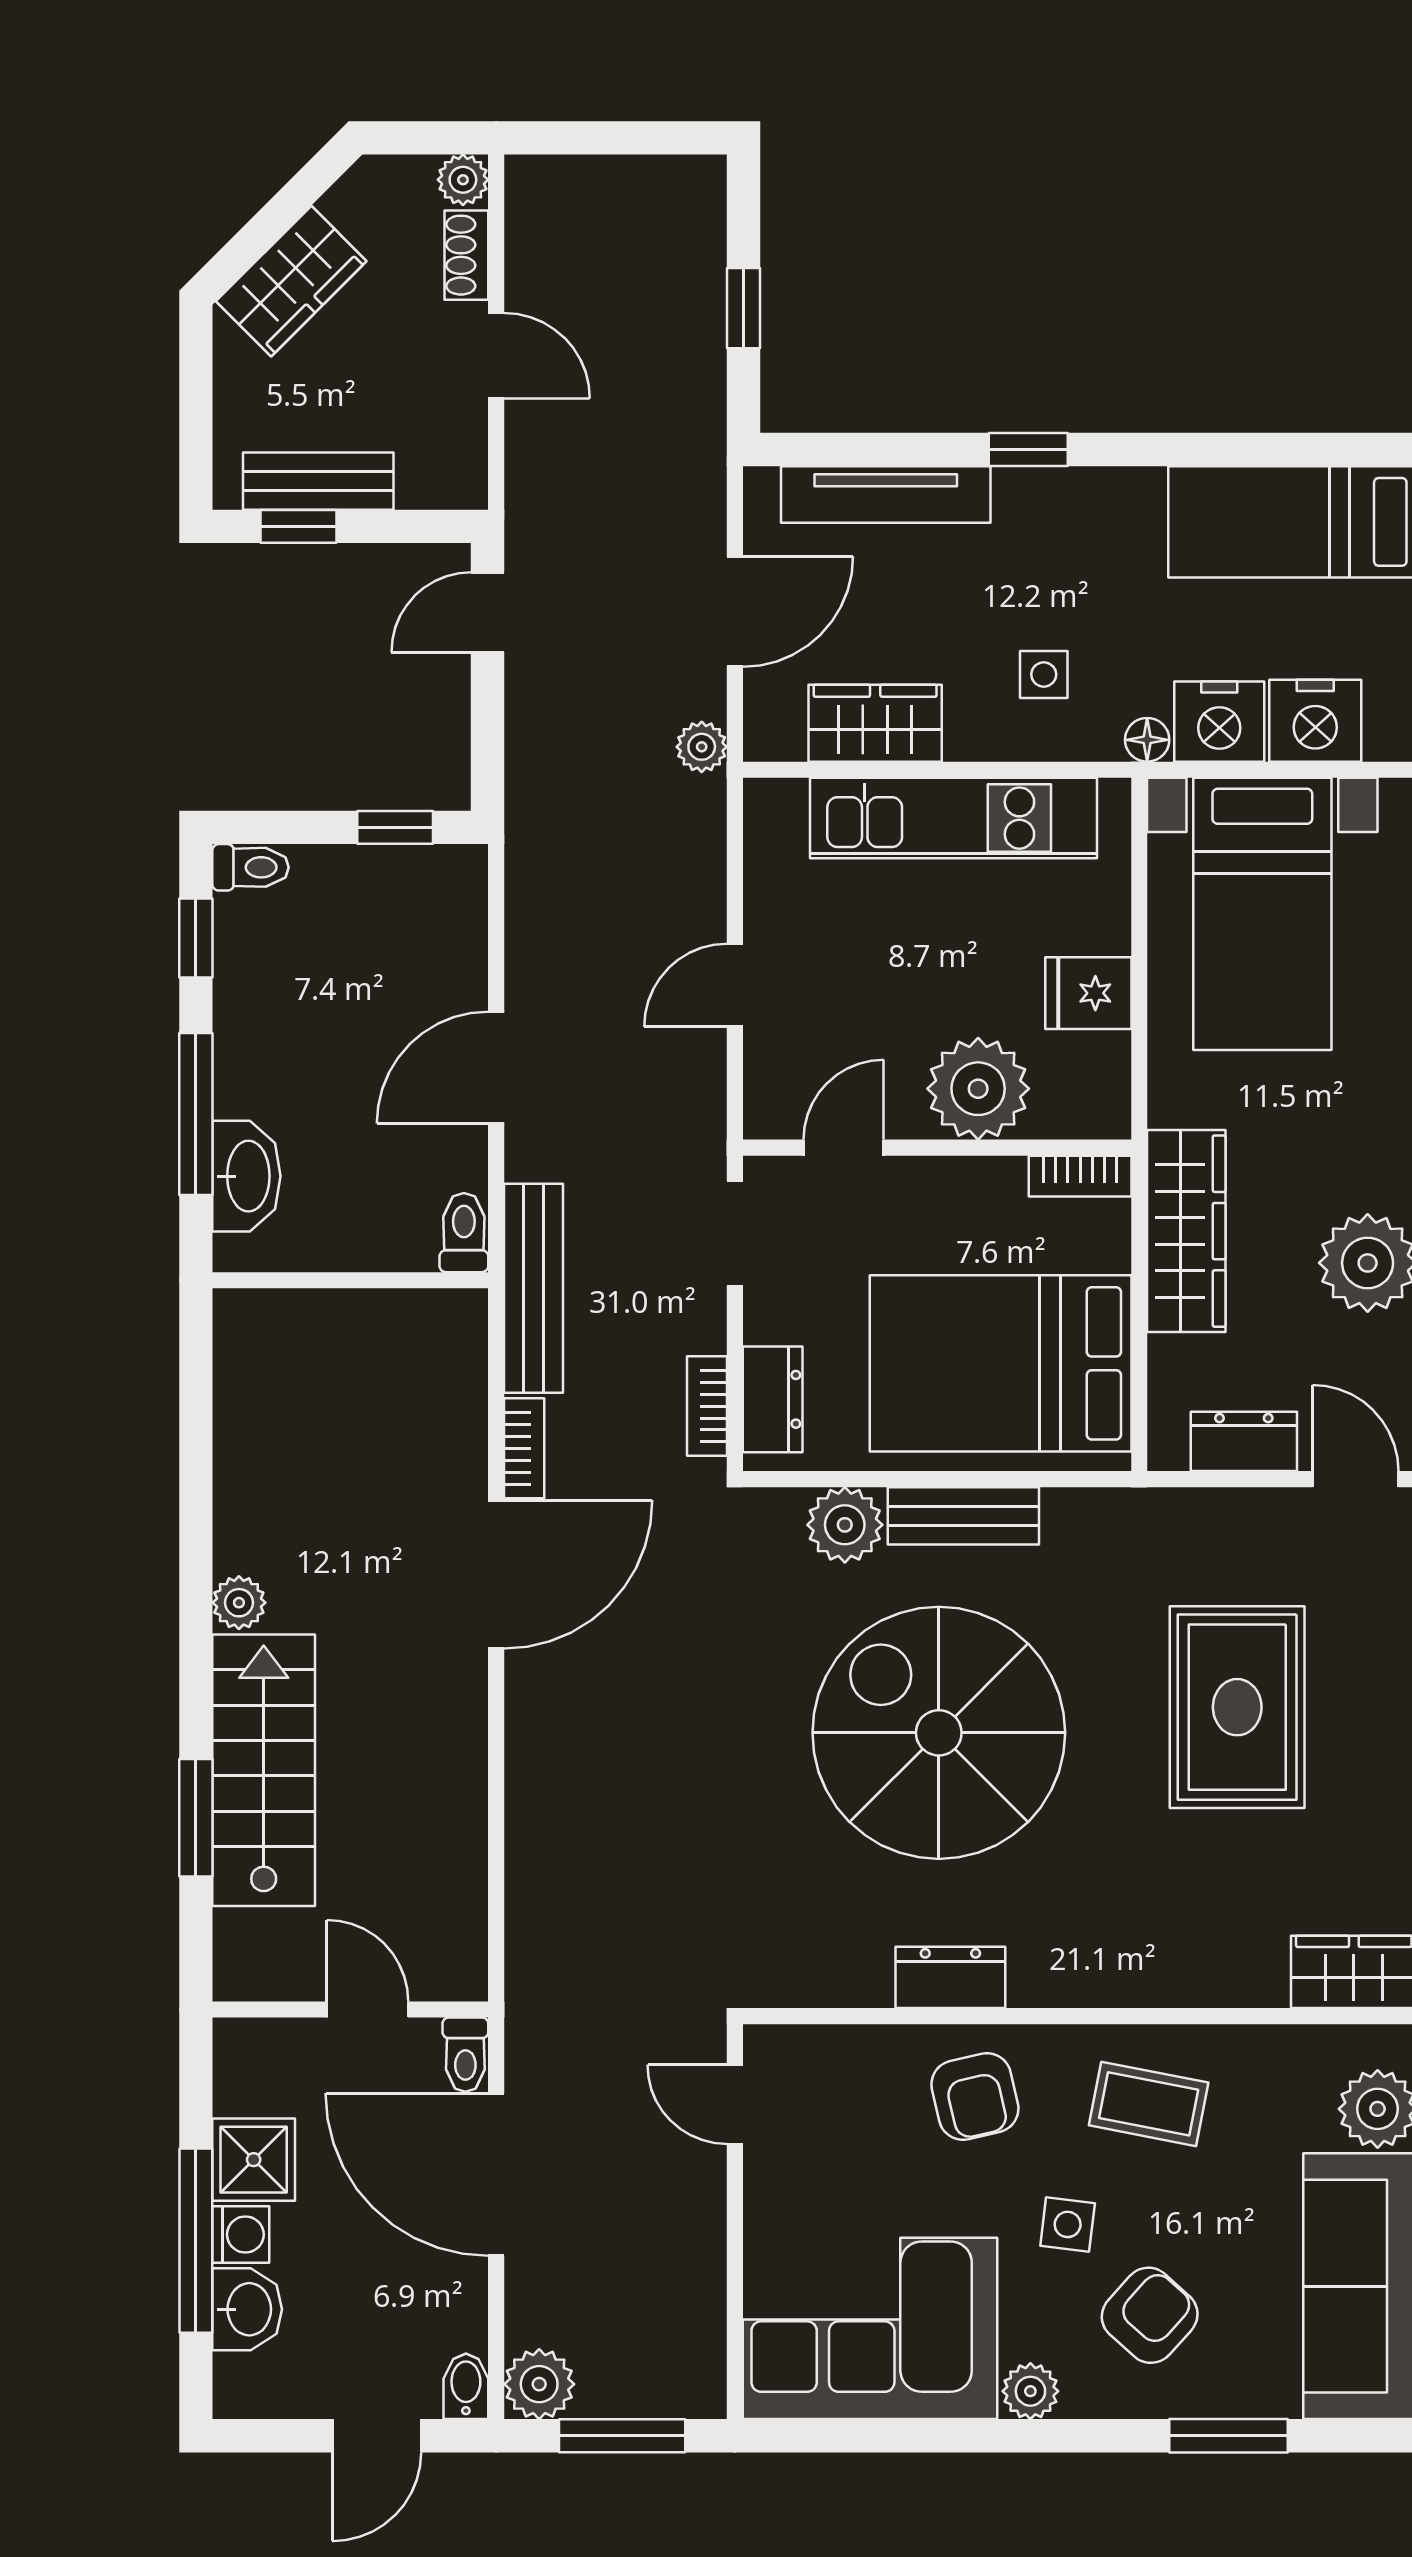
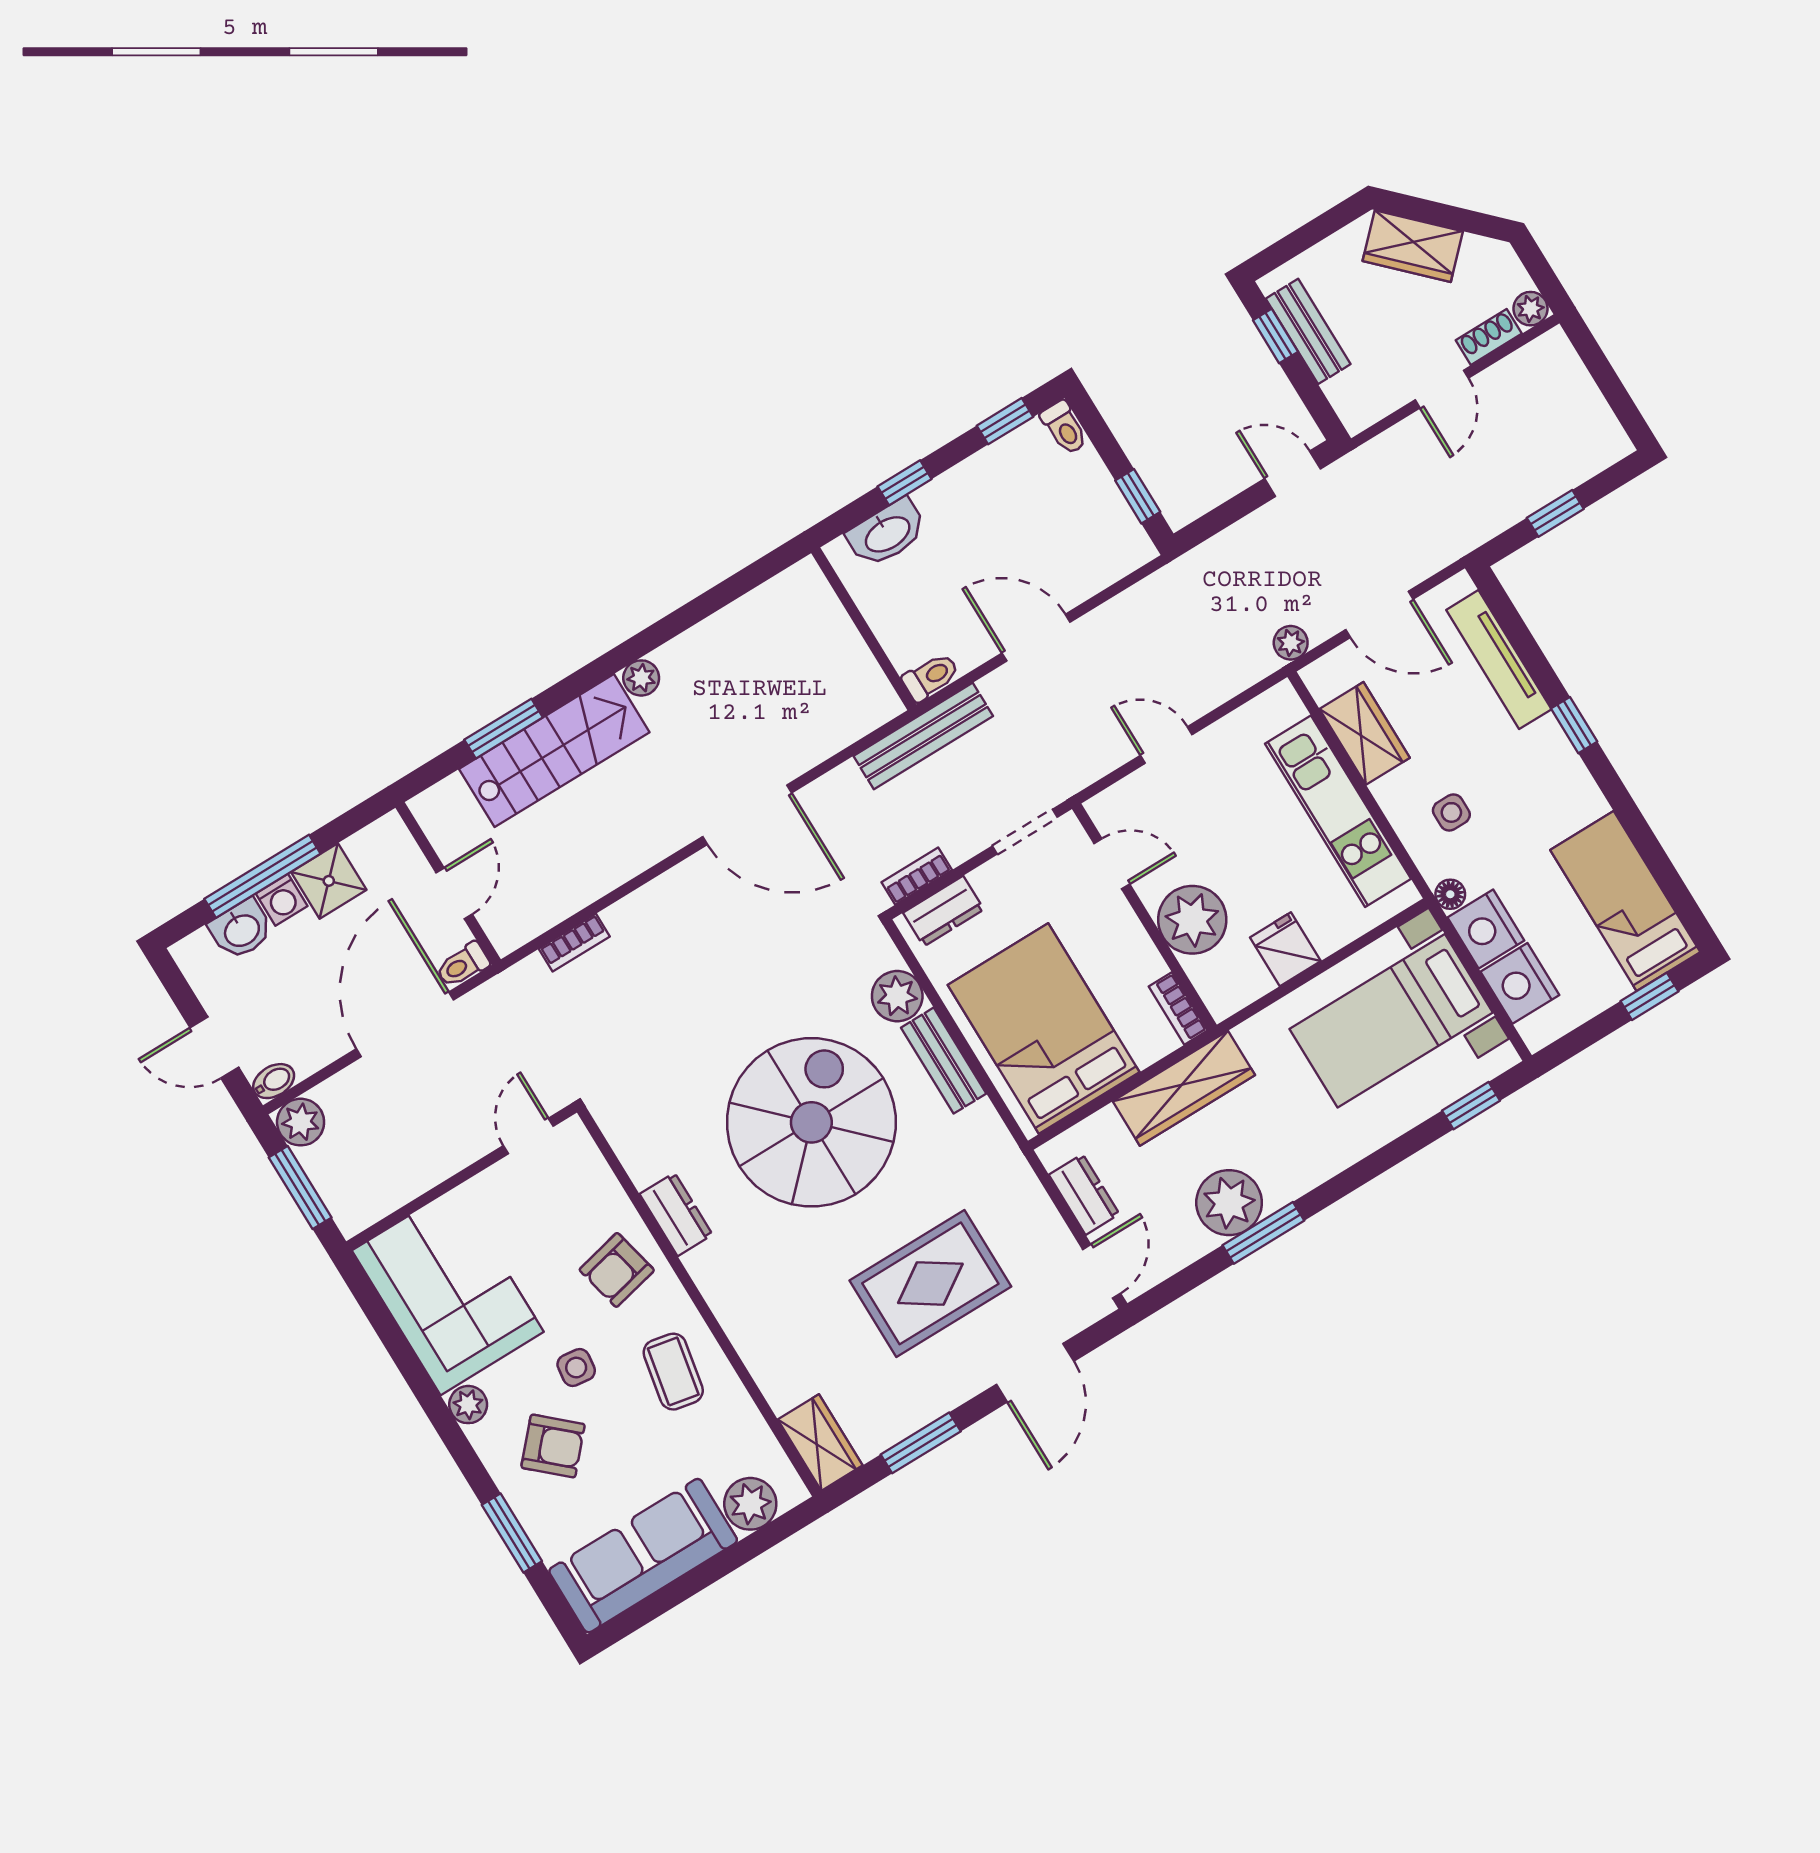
window: (196, 1114) -> (905, 483), width x0.46
bookcase: (524, 1448) -> (574, 943), moved

